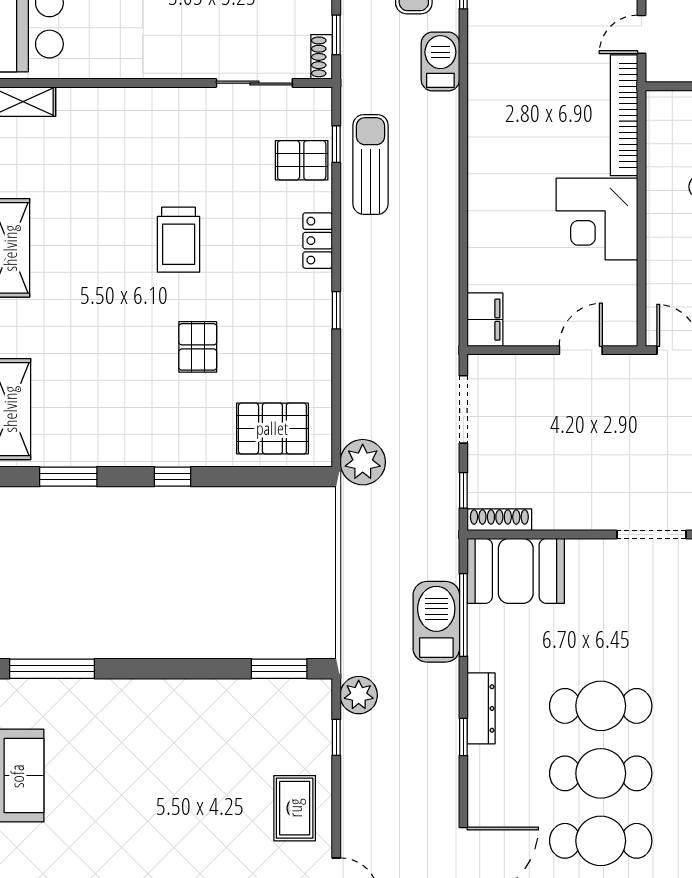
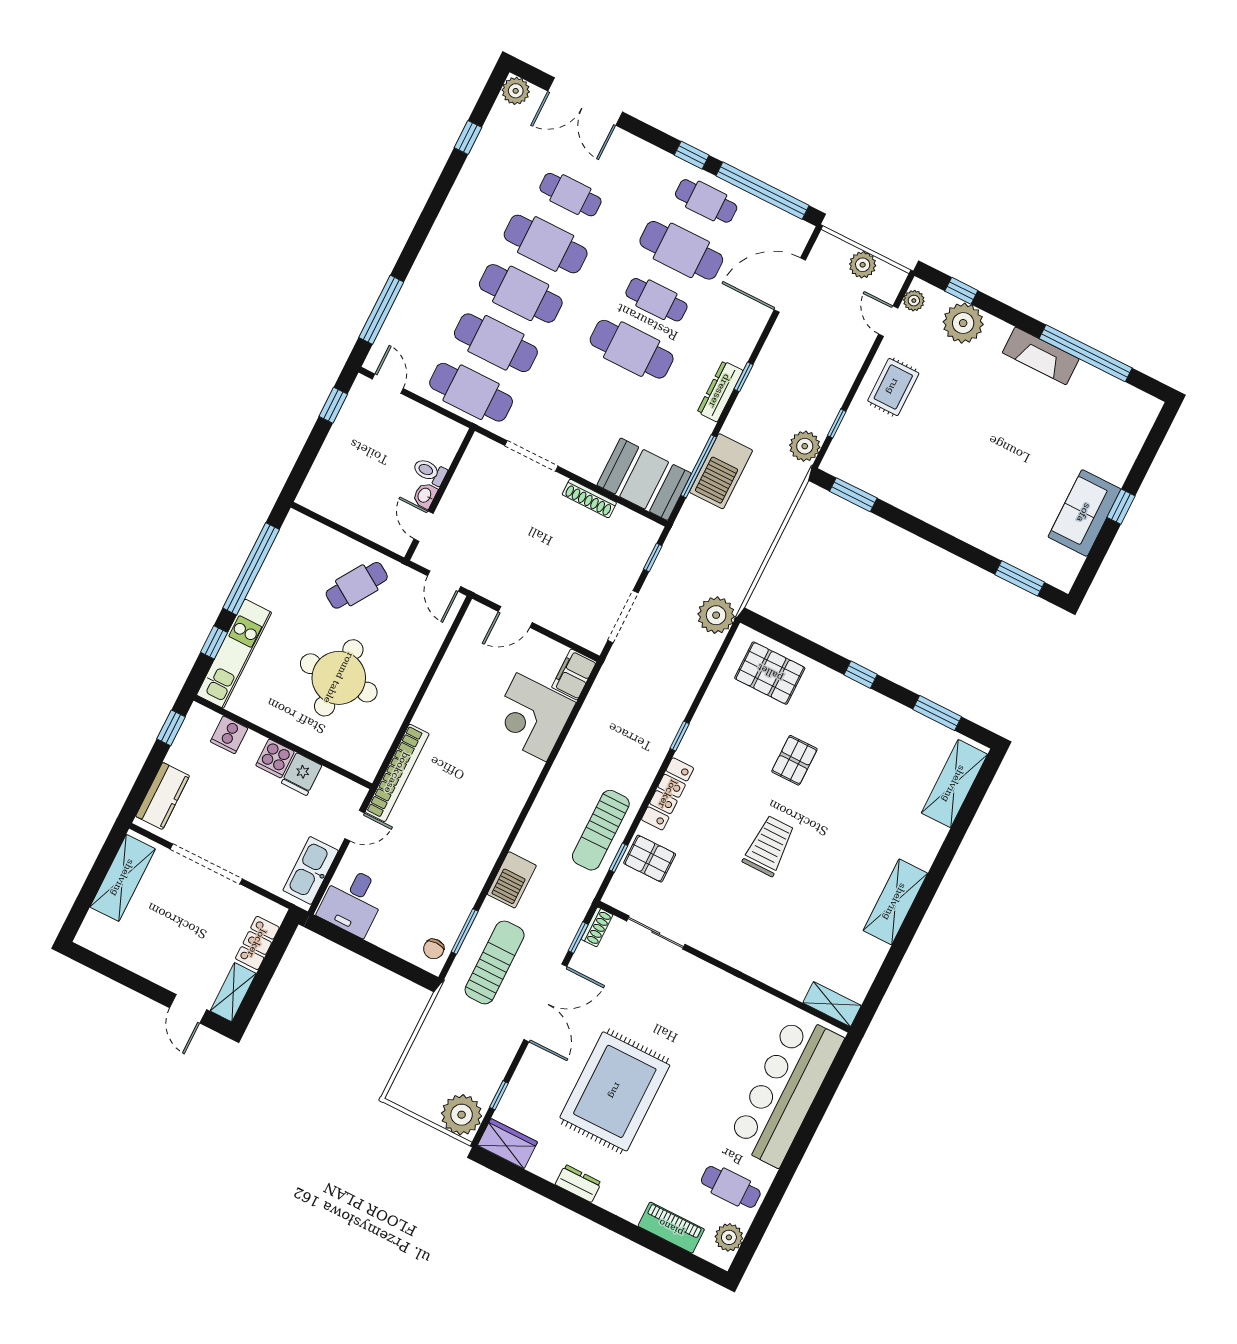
corner desk: (597, 219) -> (531, 717), moved, turned 180
locker: (318, 241) -> (668, 794), width x1.53
shoe rack: (499, 520) -> (589, 499), moved
window: (52, 669) -> (1020, 578), width x0.69
cafe table: (601, 773) -> (656, 300), width x0.73, depth x0.74

